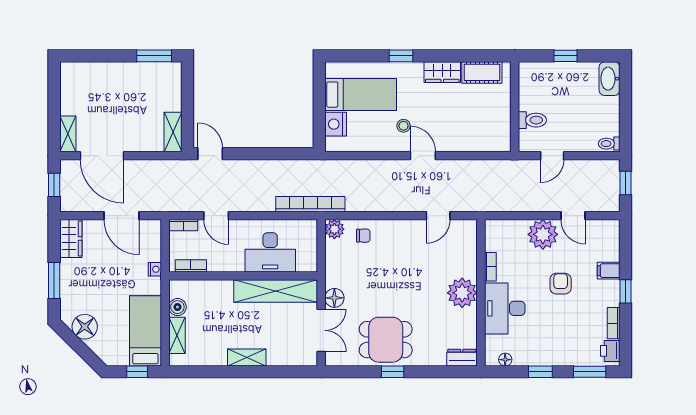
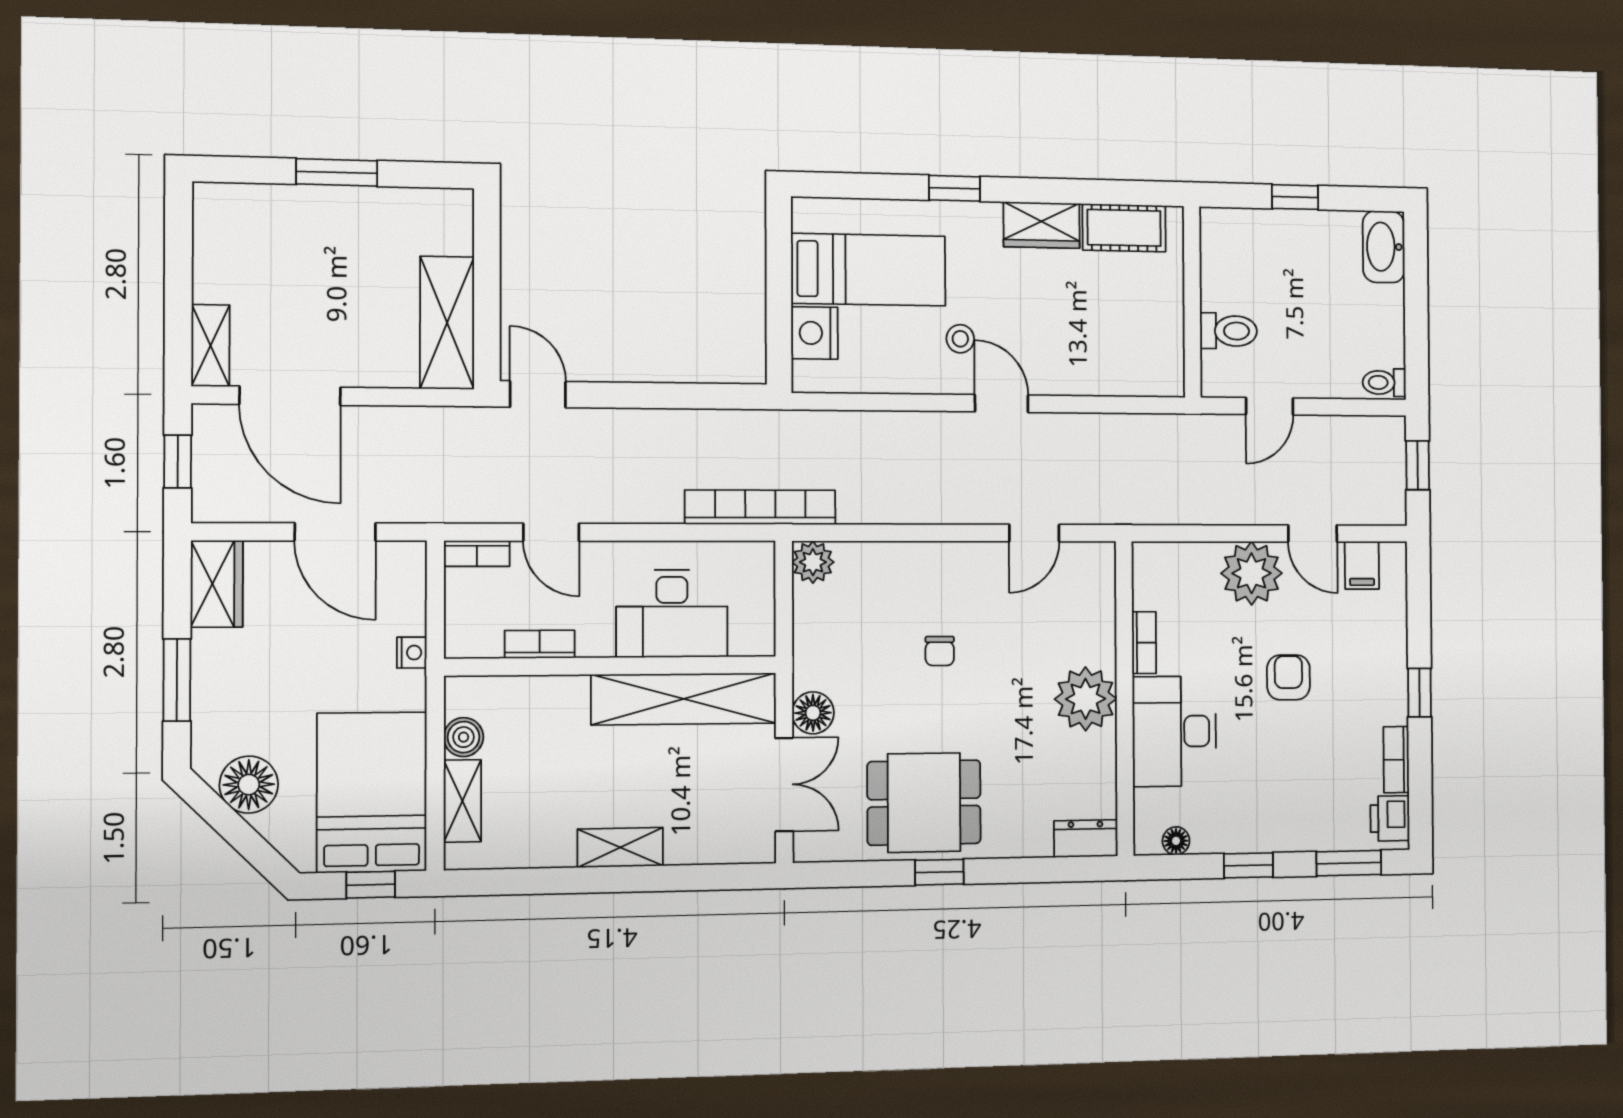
window: (154, 56) -> (337, 172), moved
shelving: (173, 132) -> (447, 323), width x1.50, depth x1.33
chair: (363, 236) -> (940, 651), moved, turned 90
bookcase: (191, 266) -> (540, 644), moved
filing cabinet: (609, 271) -> (1362, 565), moved, turned -90
bed: (145, 331) -> (372, 792), width x1.50

